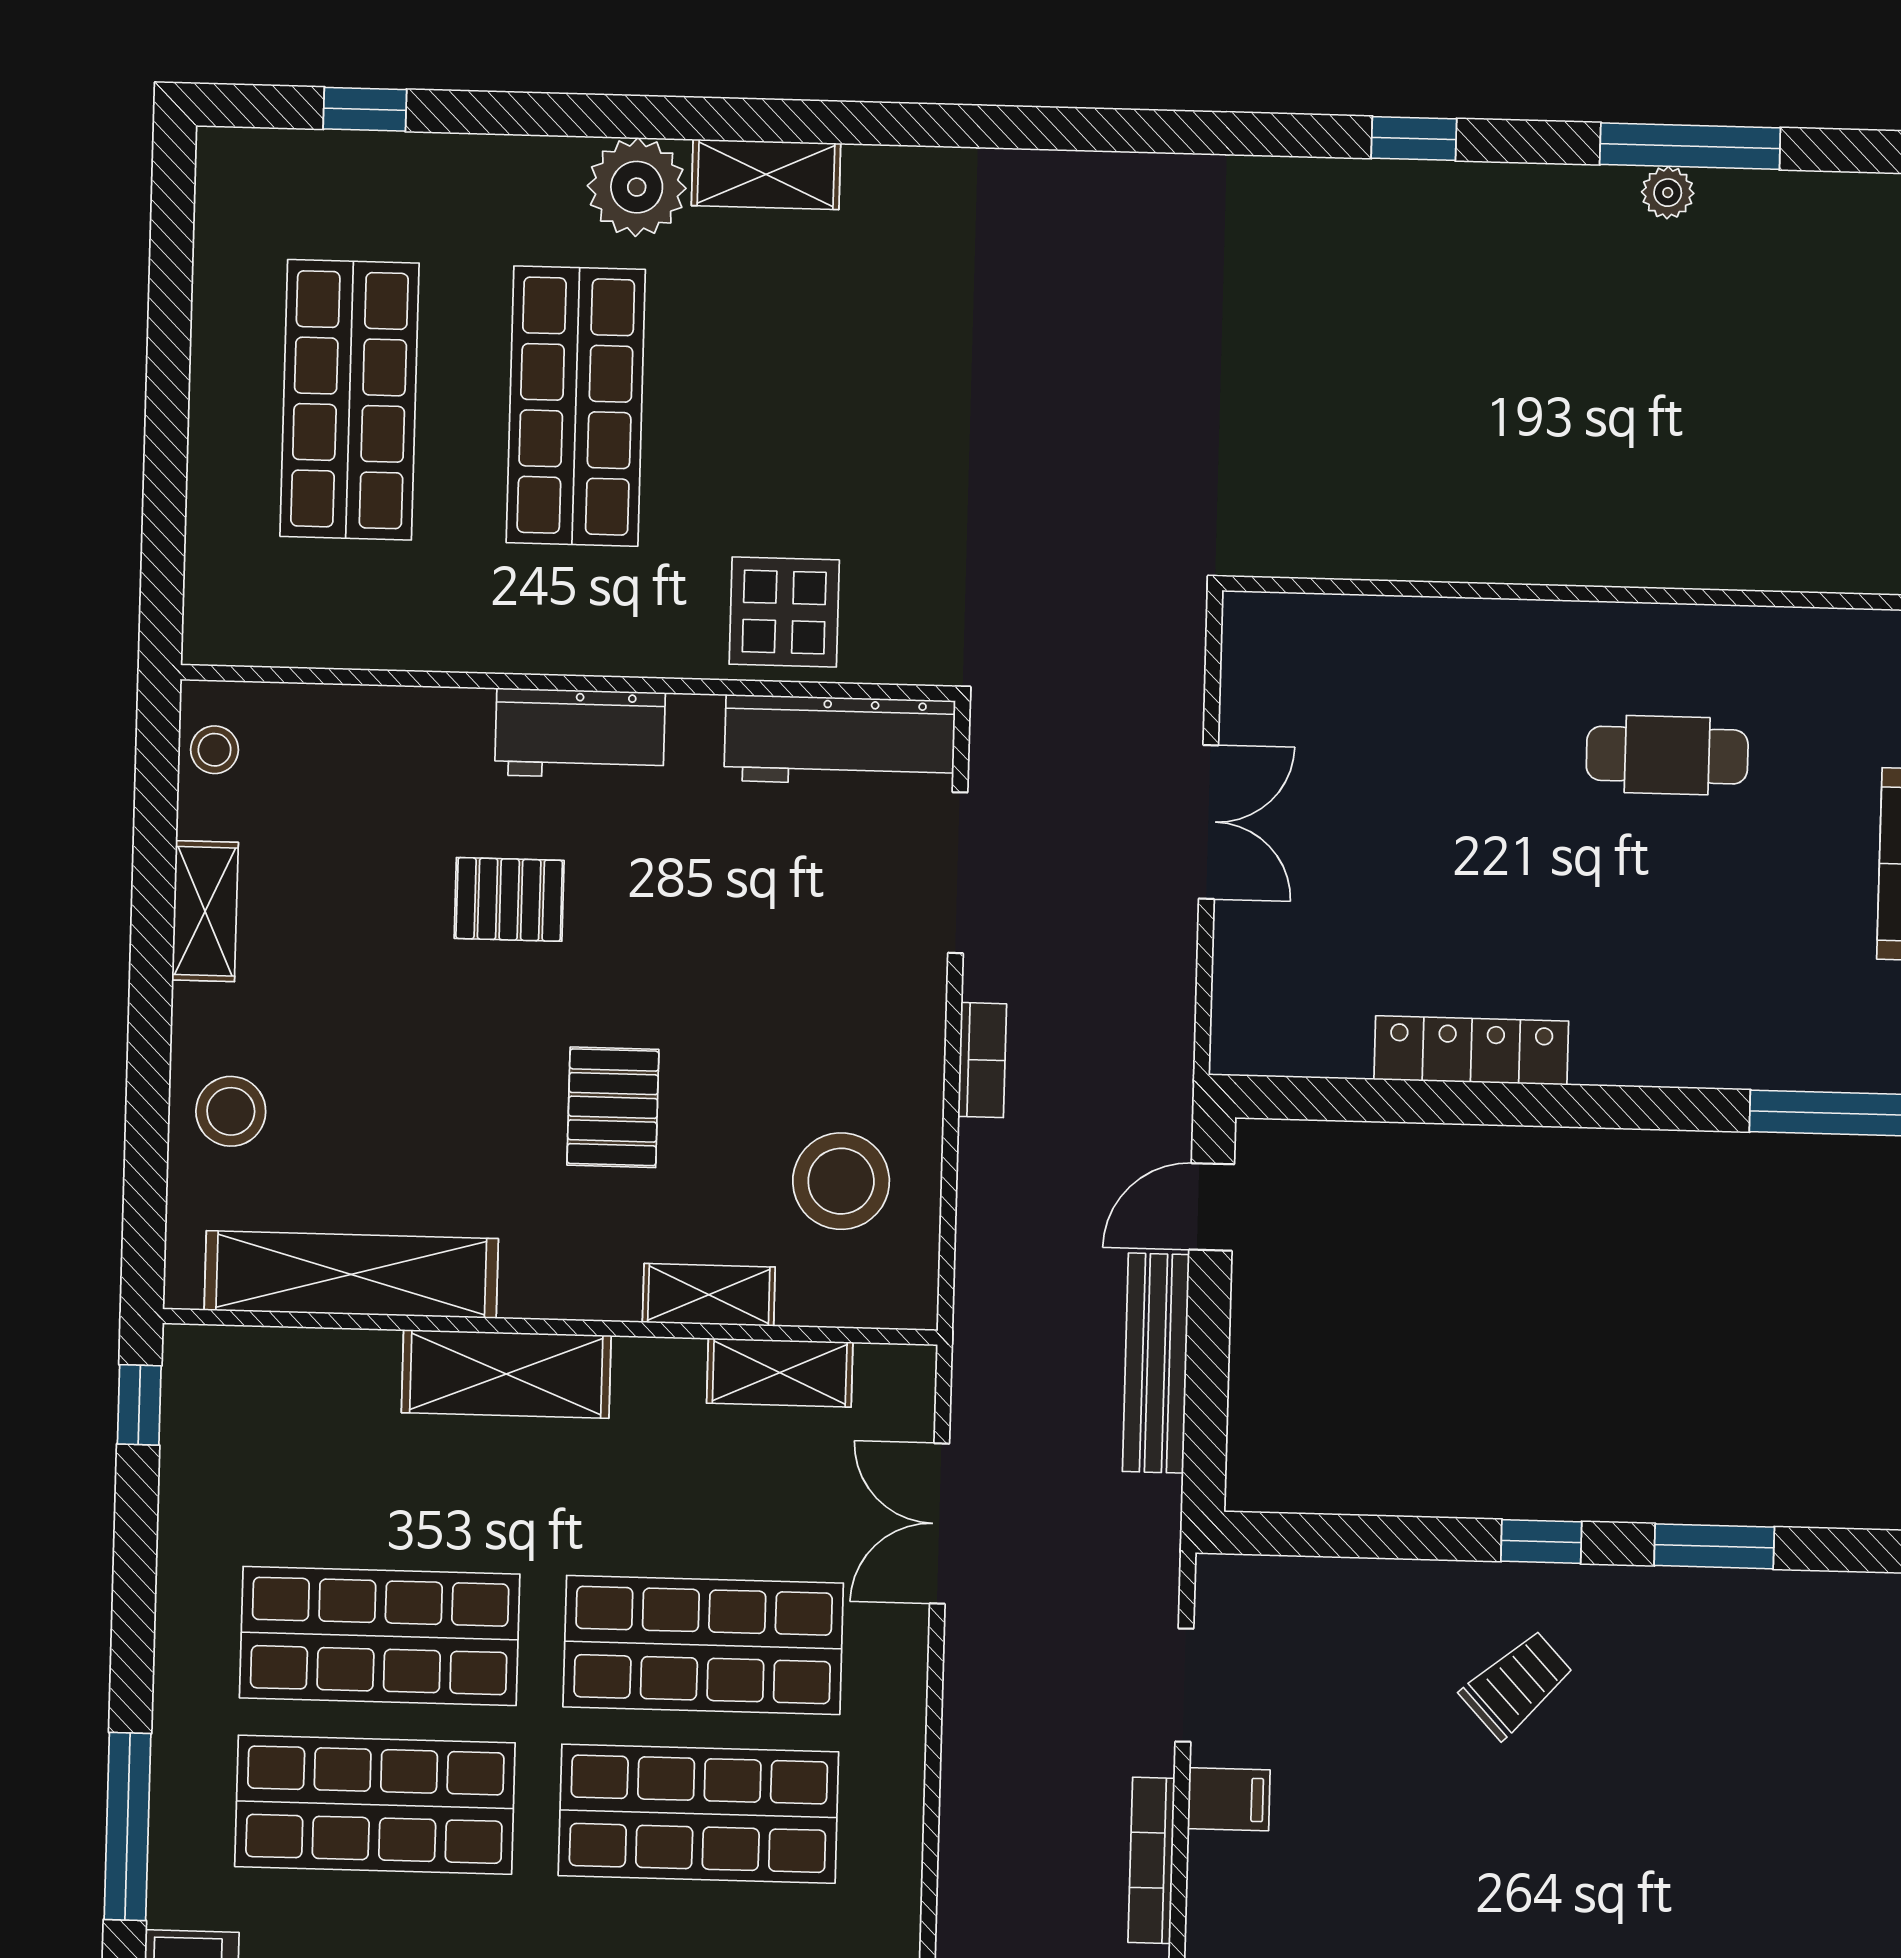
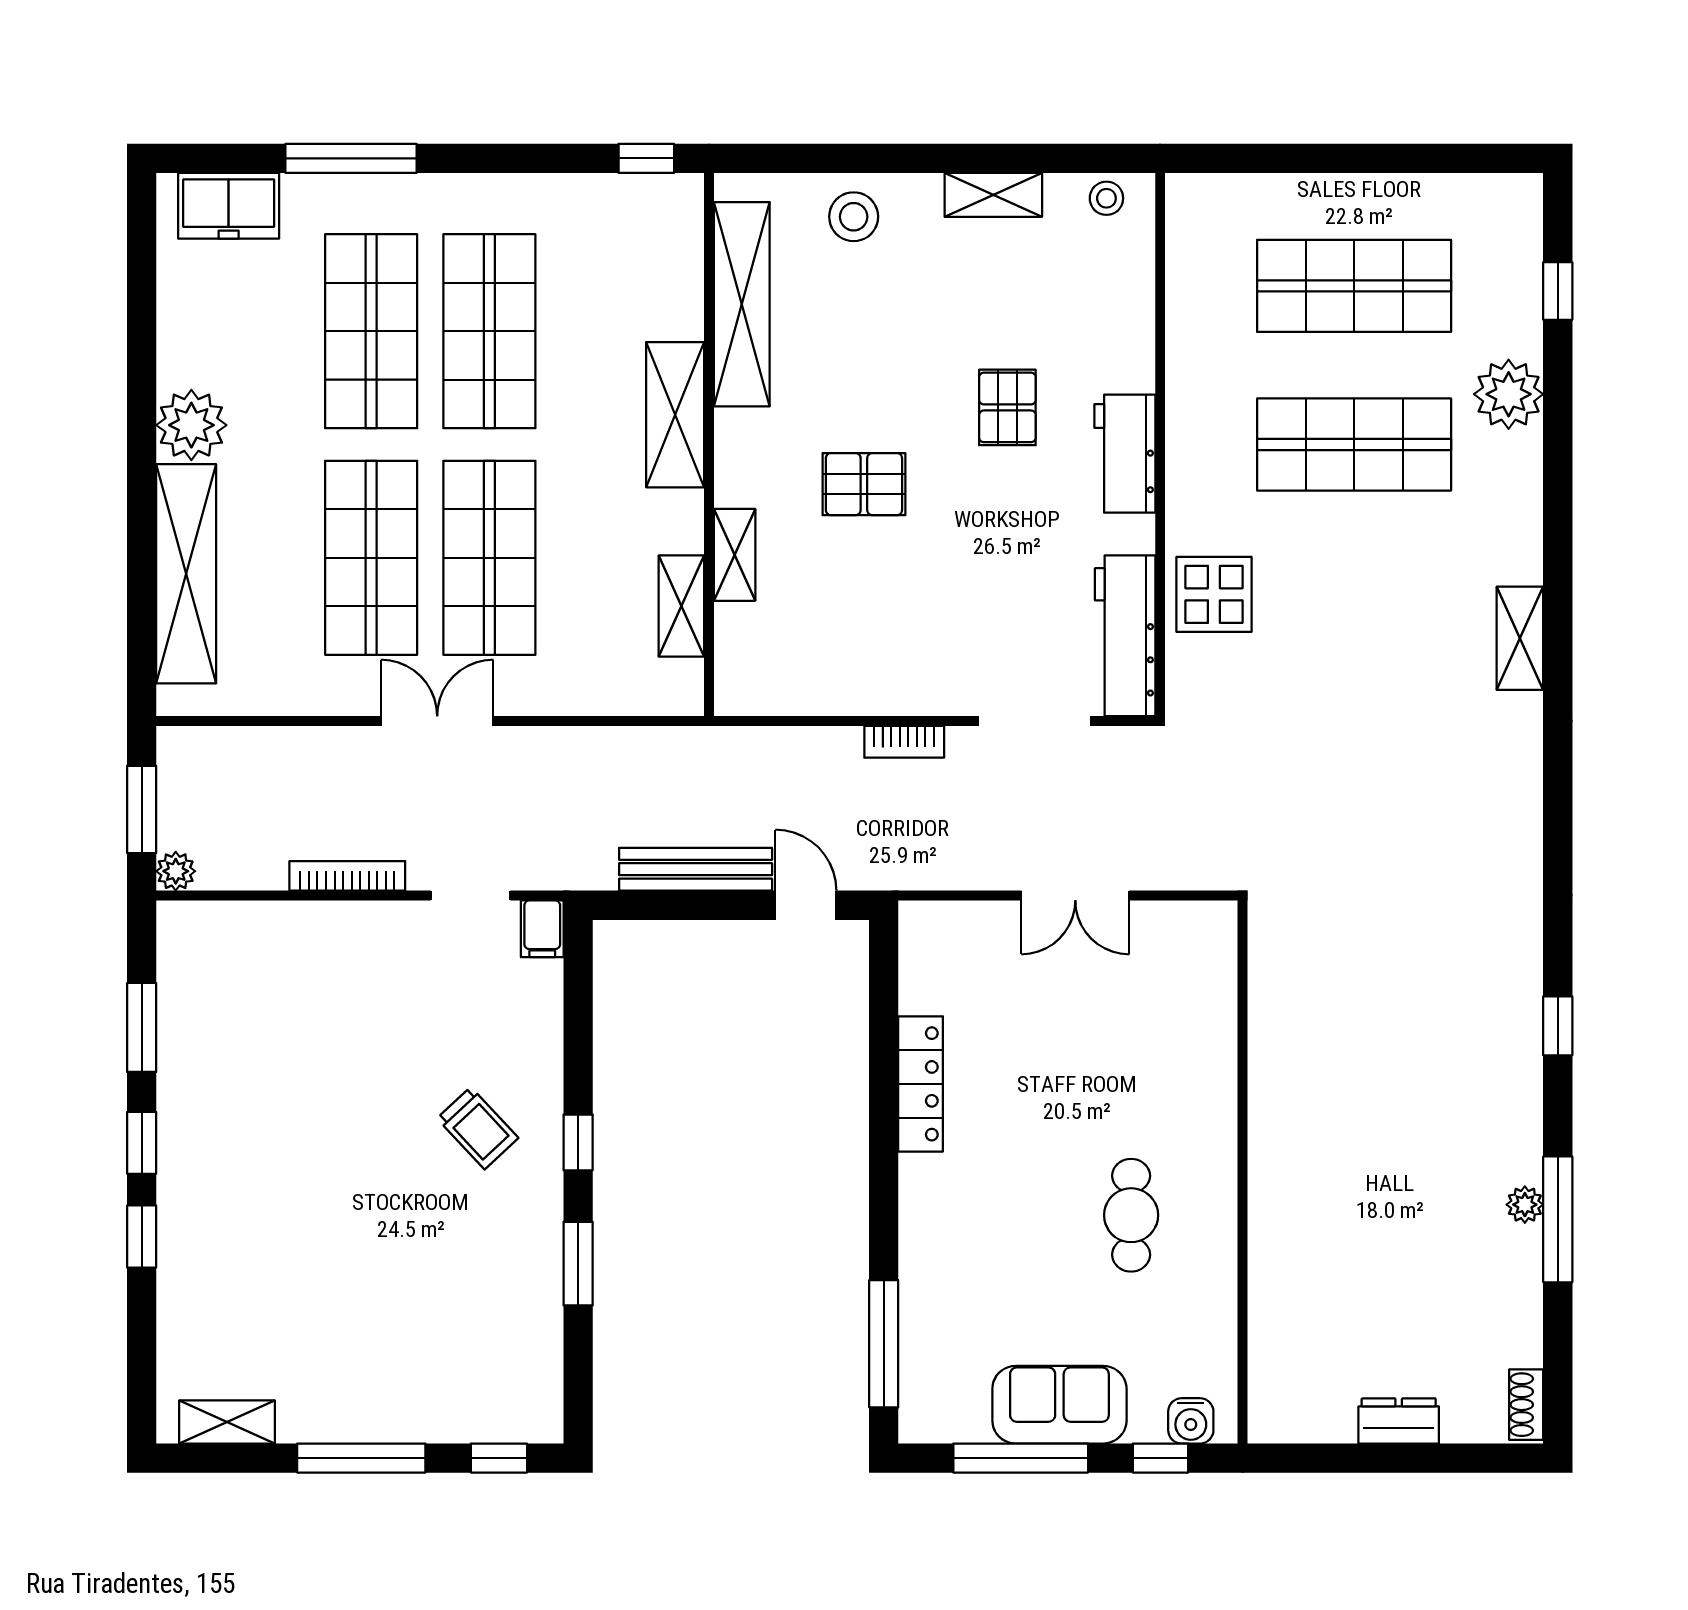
shelving: (766, 174) -> (1520, 638), moved
plant: (637, 187) -> (1509, 394), moved
stool: (841, 1181) -> (817, 645), removed
double door: (940, 1523) -> (437, 721), moved
filing cabinet: (1229, 1799) -> (542, 929), moved

